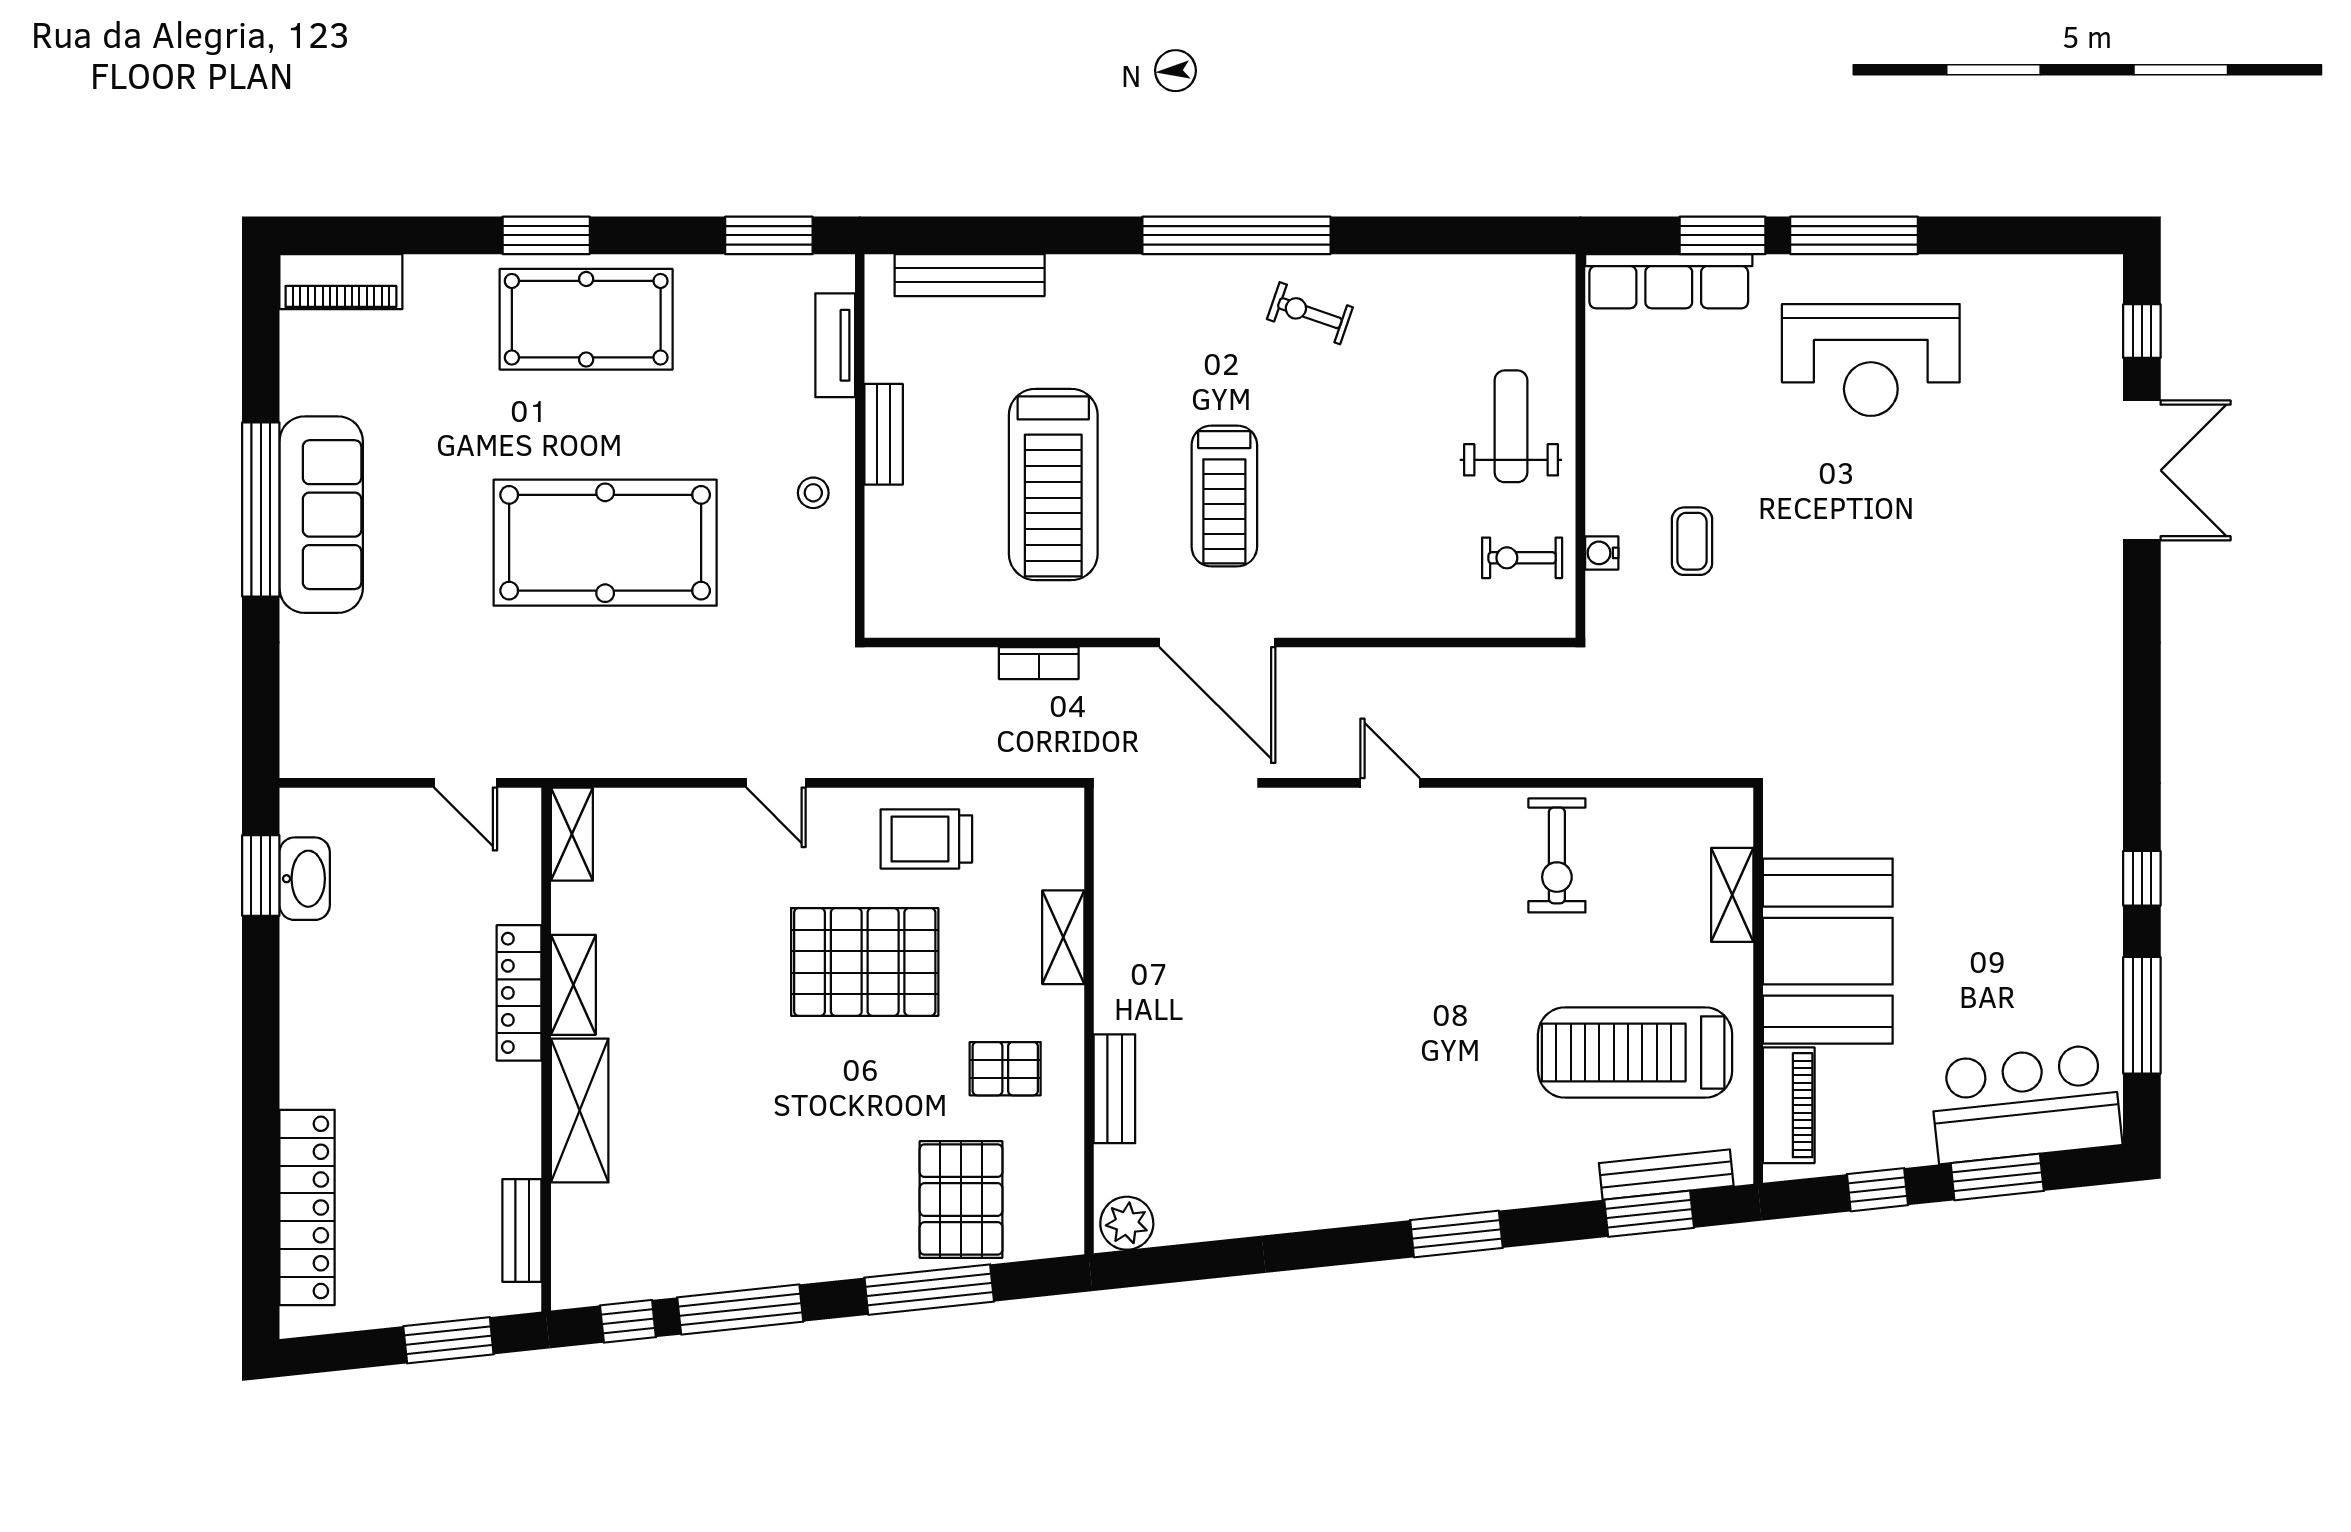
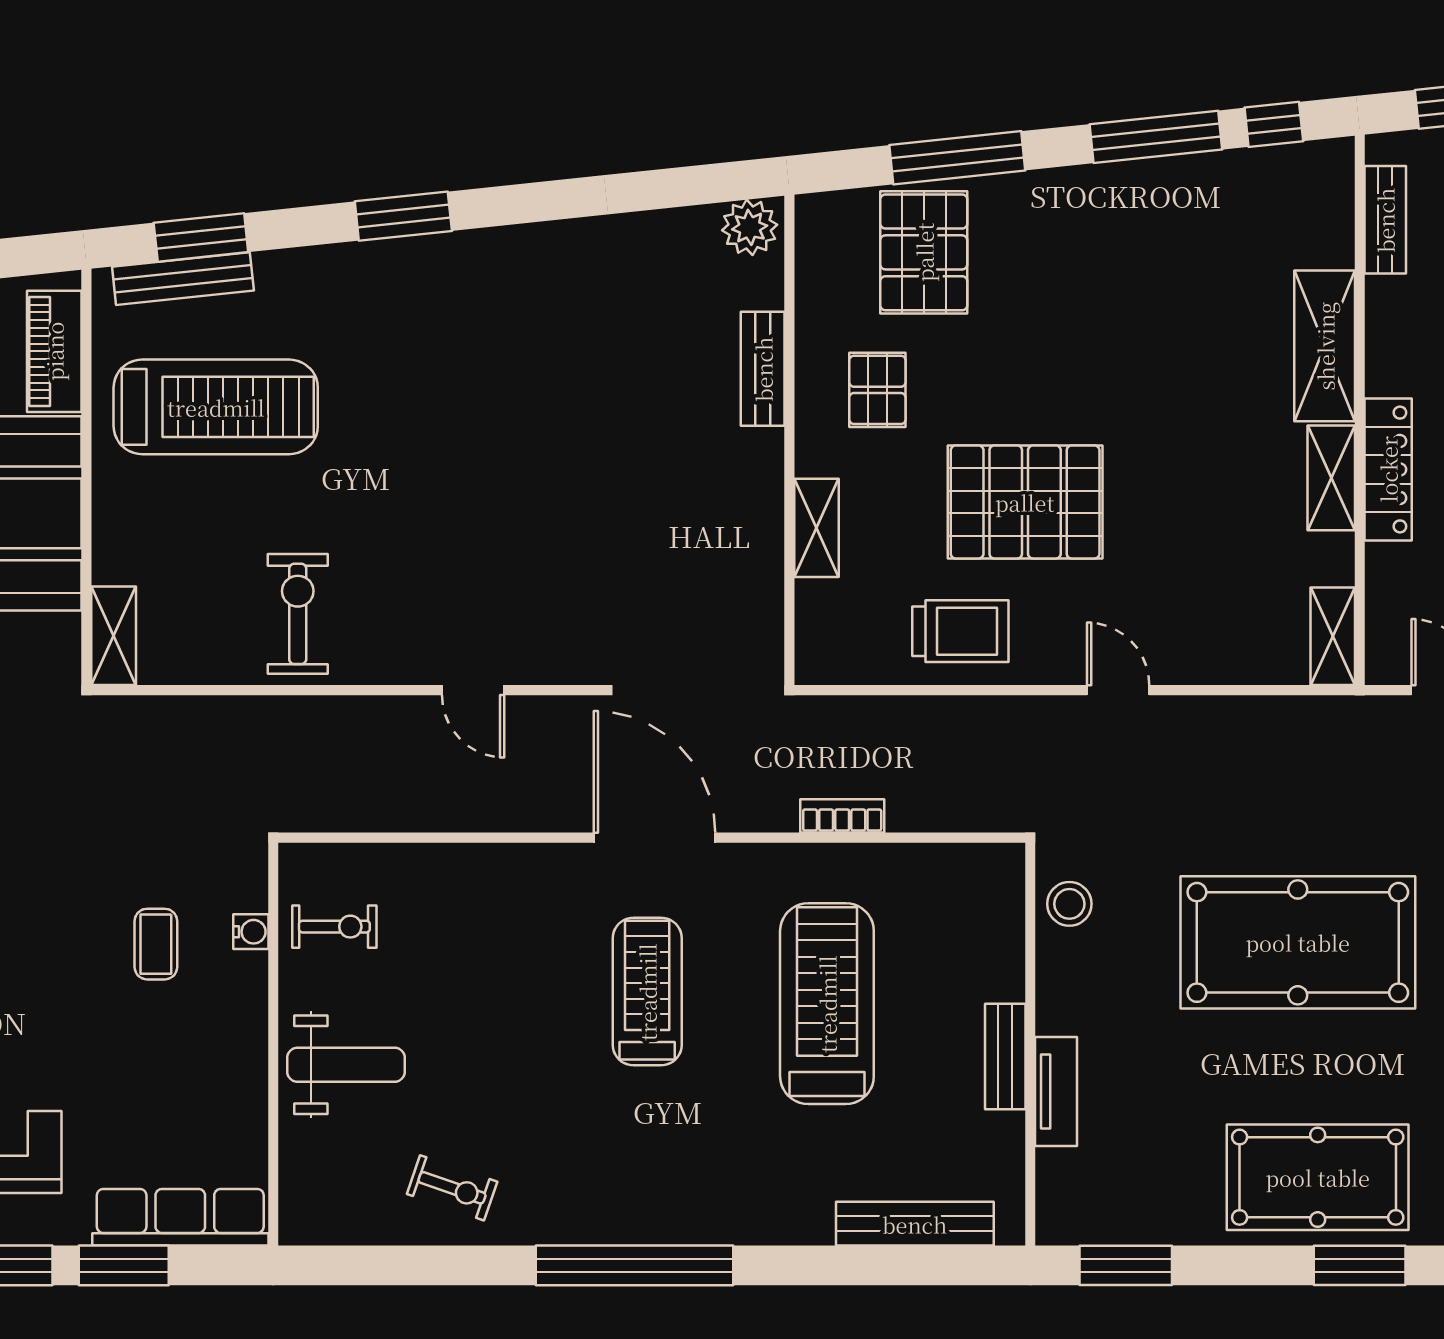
exercise bike: (1310, 313) -> (452, 1188), moved
tv unit: (835, 345) -> (1056, 1092), moved
weight bench: (1511, 426) -> (346, 1065), turned -90
stool: (813, 493) -> (1069, 904), moved, width x1.37, depth x1.37
shelving: (1732, 895) -> (114, 636), moved
pallet: (1005, 1069) -> (877, 390), turned 90

